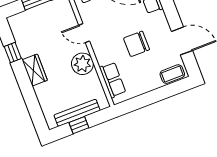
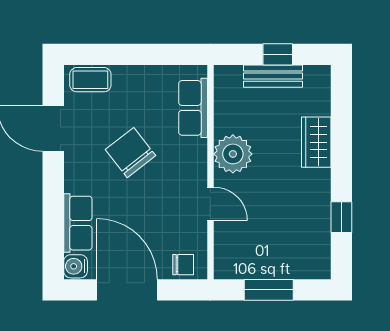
chair: (137, 44) -> (130, 153), turned -128
wardrobe: (35, 70) -> (316, 142), moved
bench: (77, 113) -> (273, 76), width x0.73

